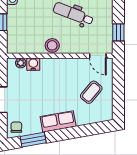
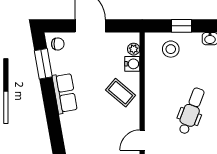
stool: (52, 45) -> (171, 49), moved
coffee table: (91, 92) -> (121, 93), moved

